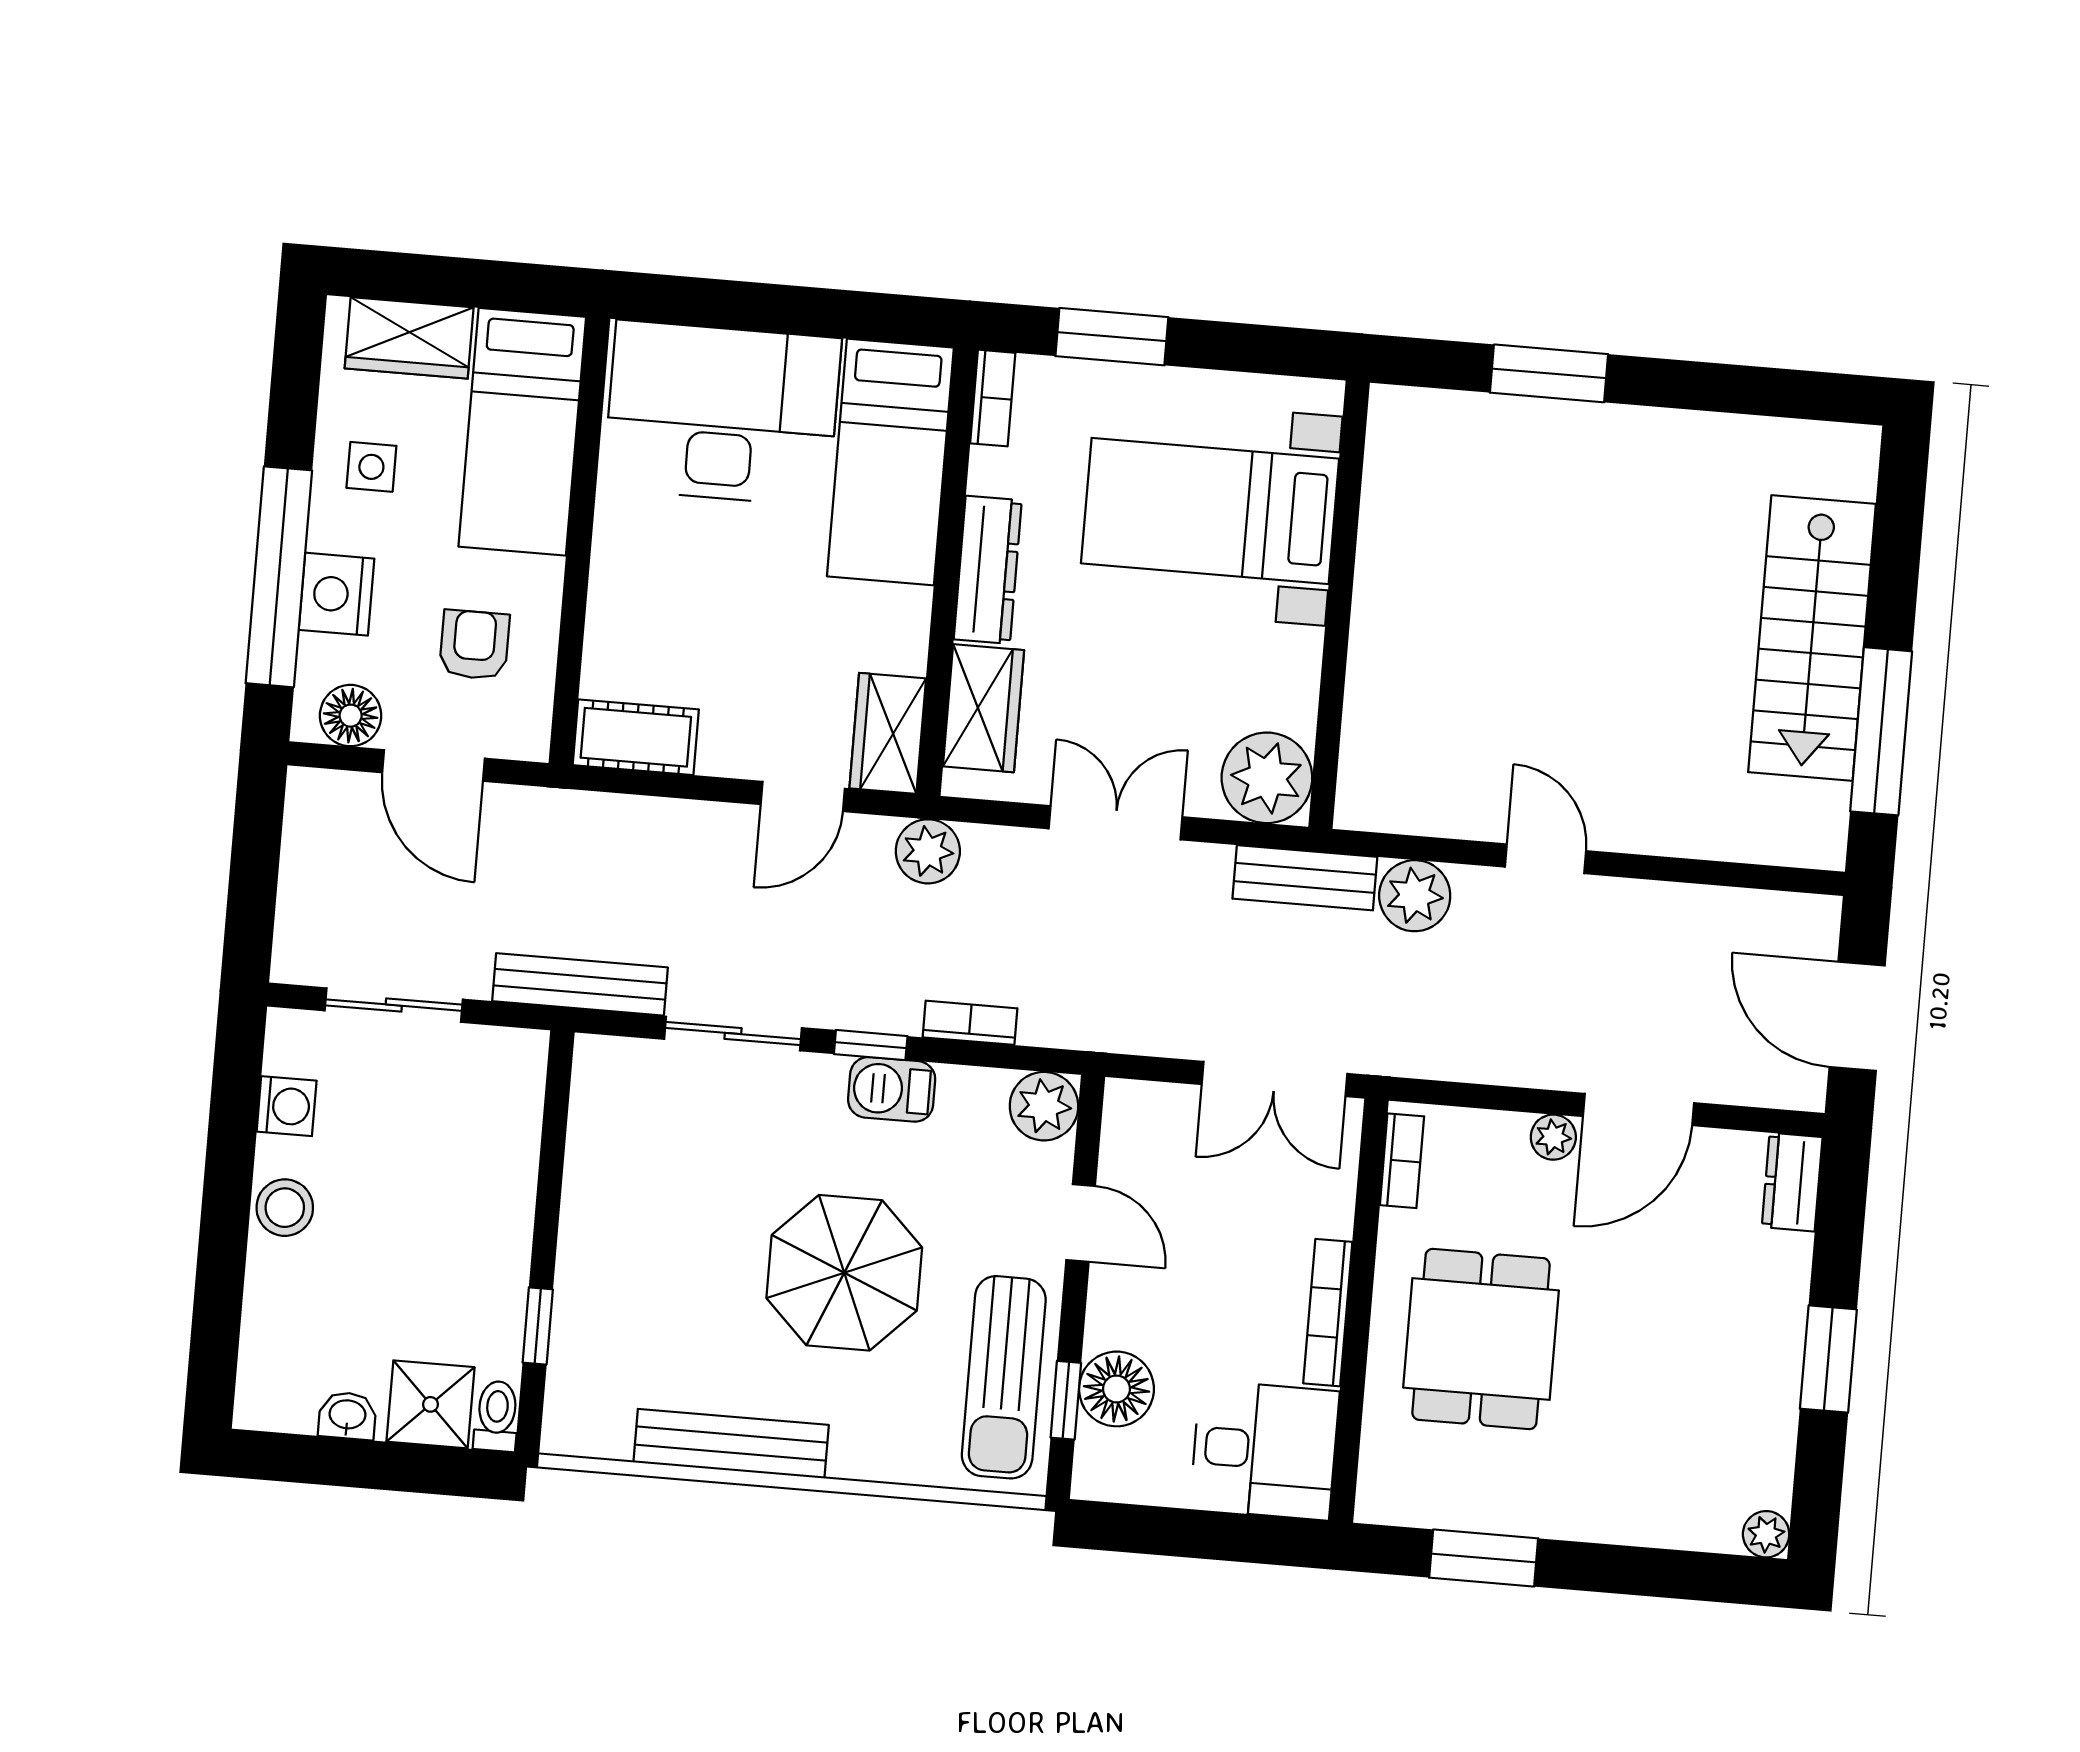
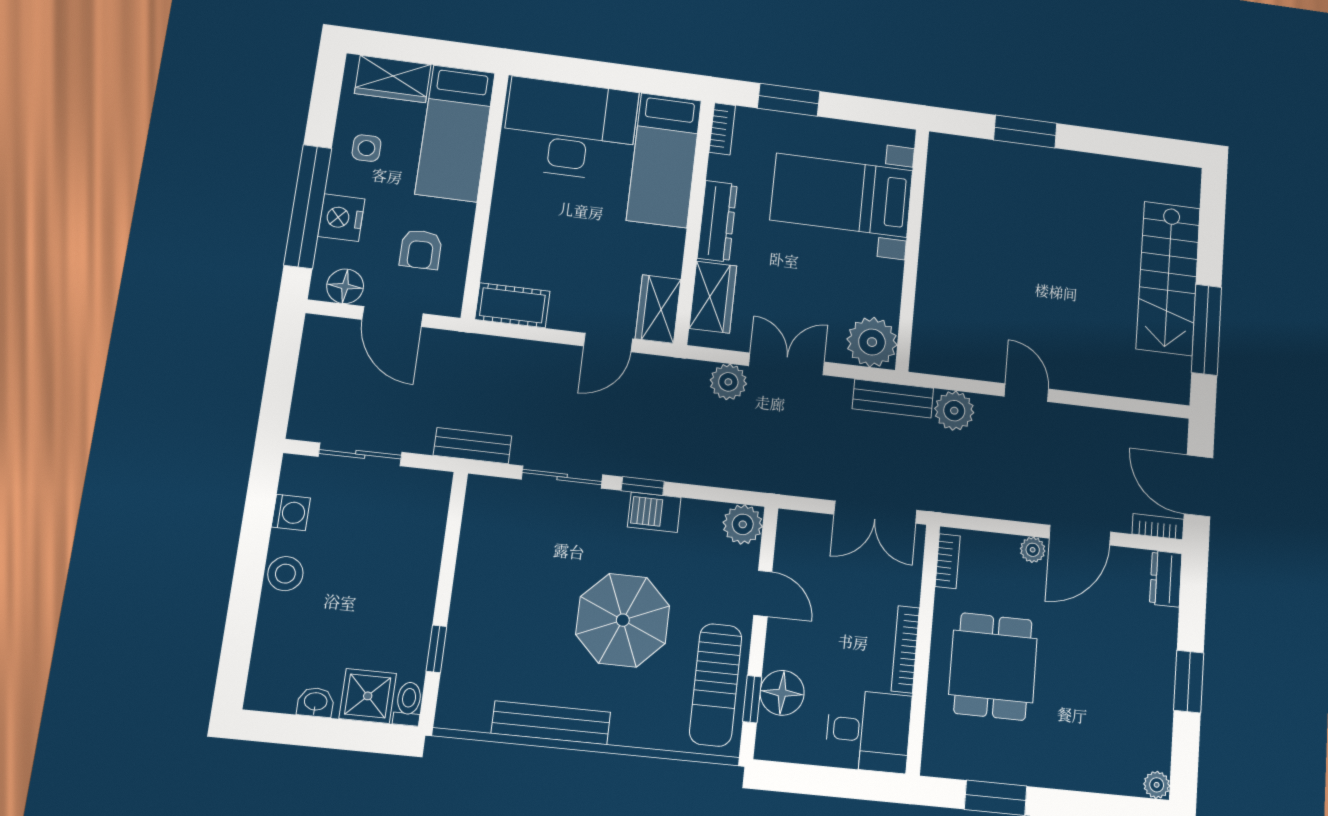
armchair: (474, 645) -> (421, 249), turned 180
plant: (928, 851) -> (728, 382), moved
bench: (580, 984) -> (473, 446), width x0.73
bookcase: (970, 1023) -> (1158, 527), moved

